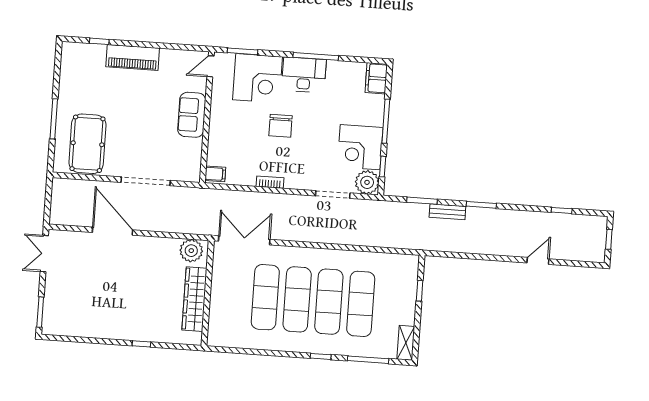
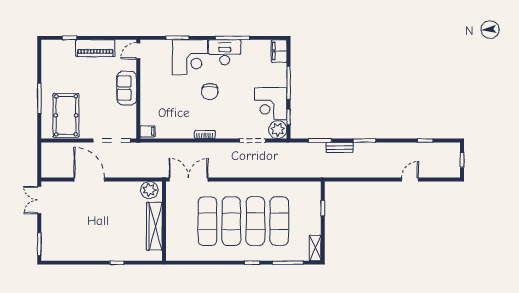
door: (210, 66) -> (138, 51), moved
sofa: (192, 115) -> (127, 88), moved
wall: (207, 117) -> (138, 89), moved
filing cabinet: (215, 174) -> (148, 131), moved

